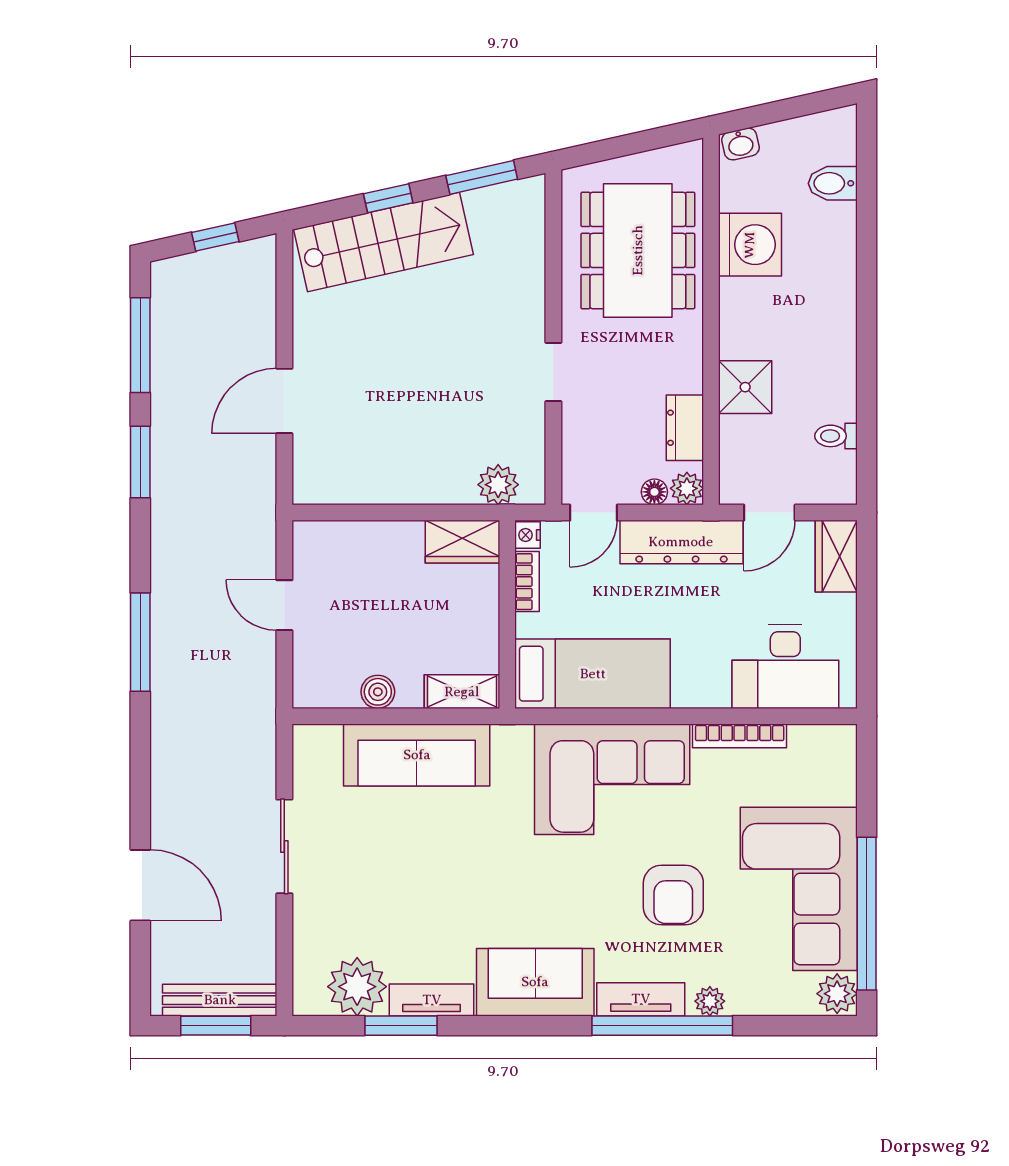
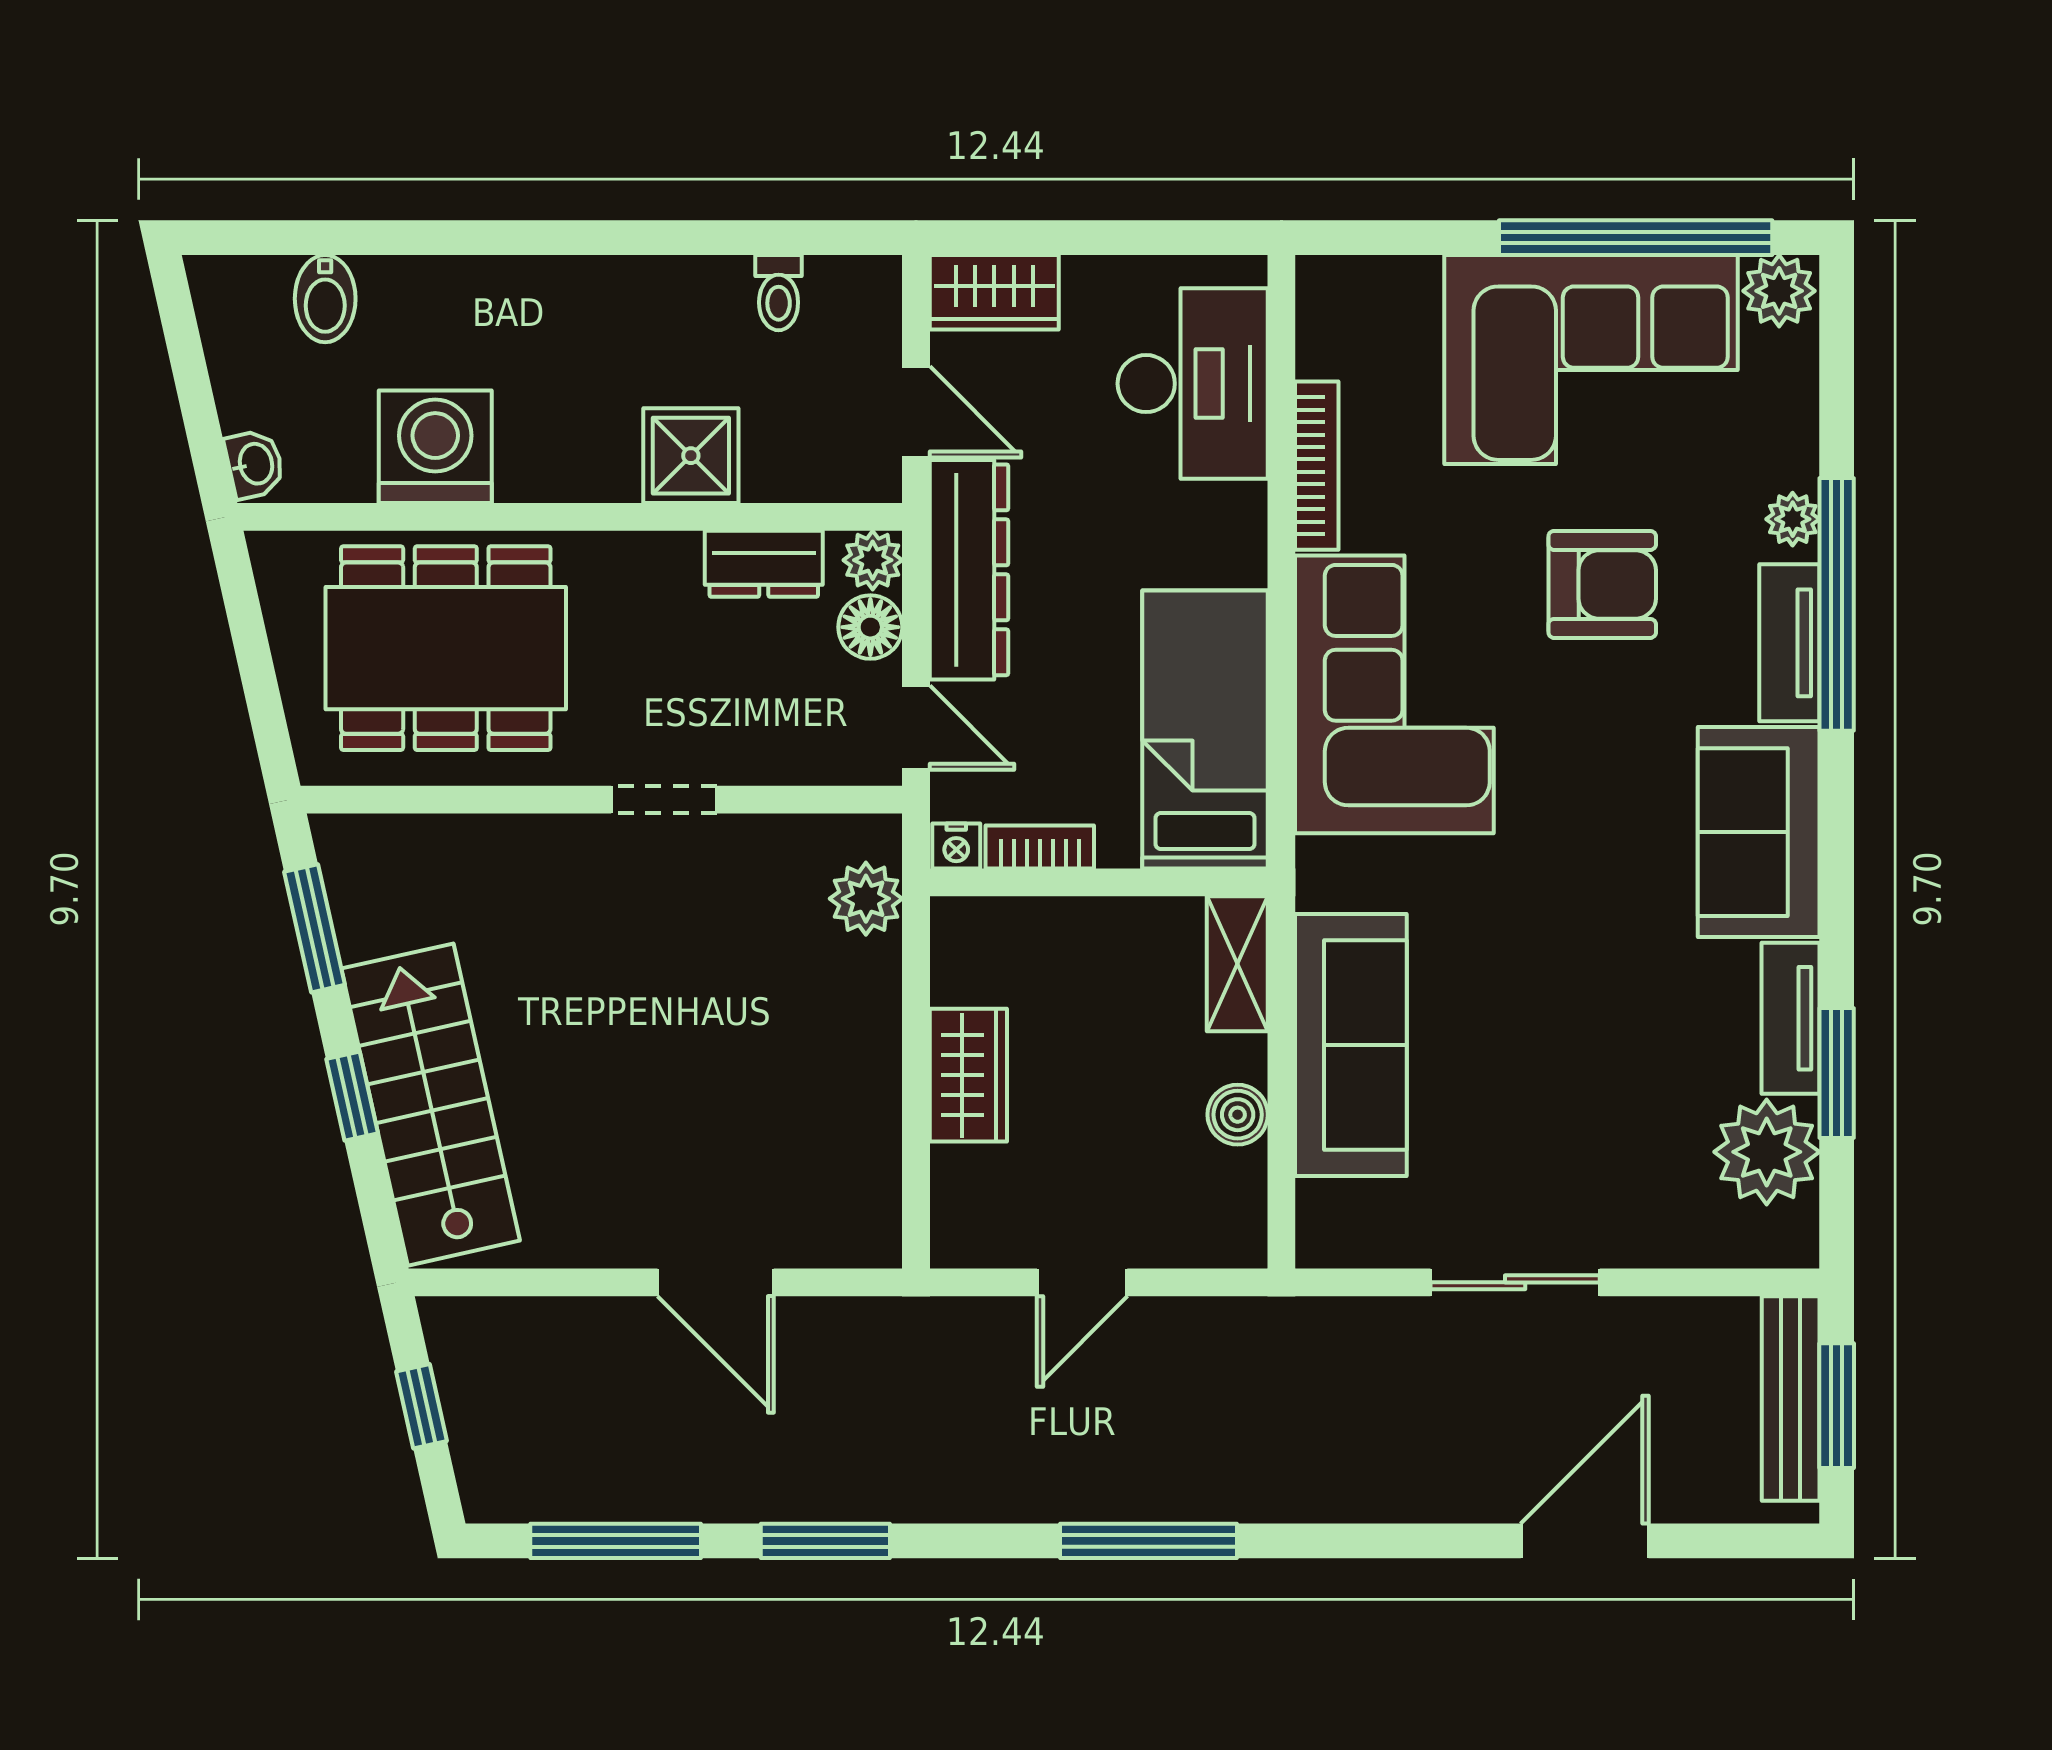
floor lamp: (654, 492) -> (870, 627), width x1.37, depth x1.37
wardrobe: (463, 542) -> (968, 1075), moved

